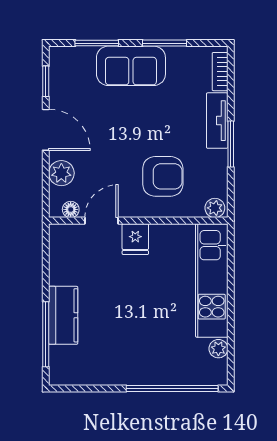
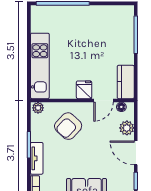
armchair: (163, 176) -> (68, 126), turned -47
kitchen counter: (63, 315) -> (126, 82), moved
plant: (218, 349) -> (36, 26), removed

